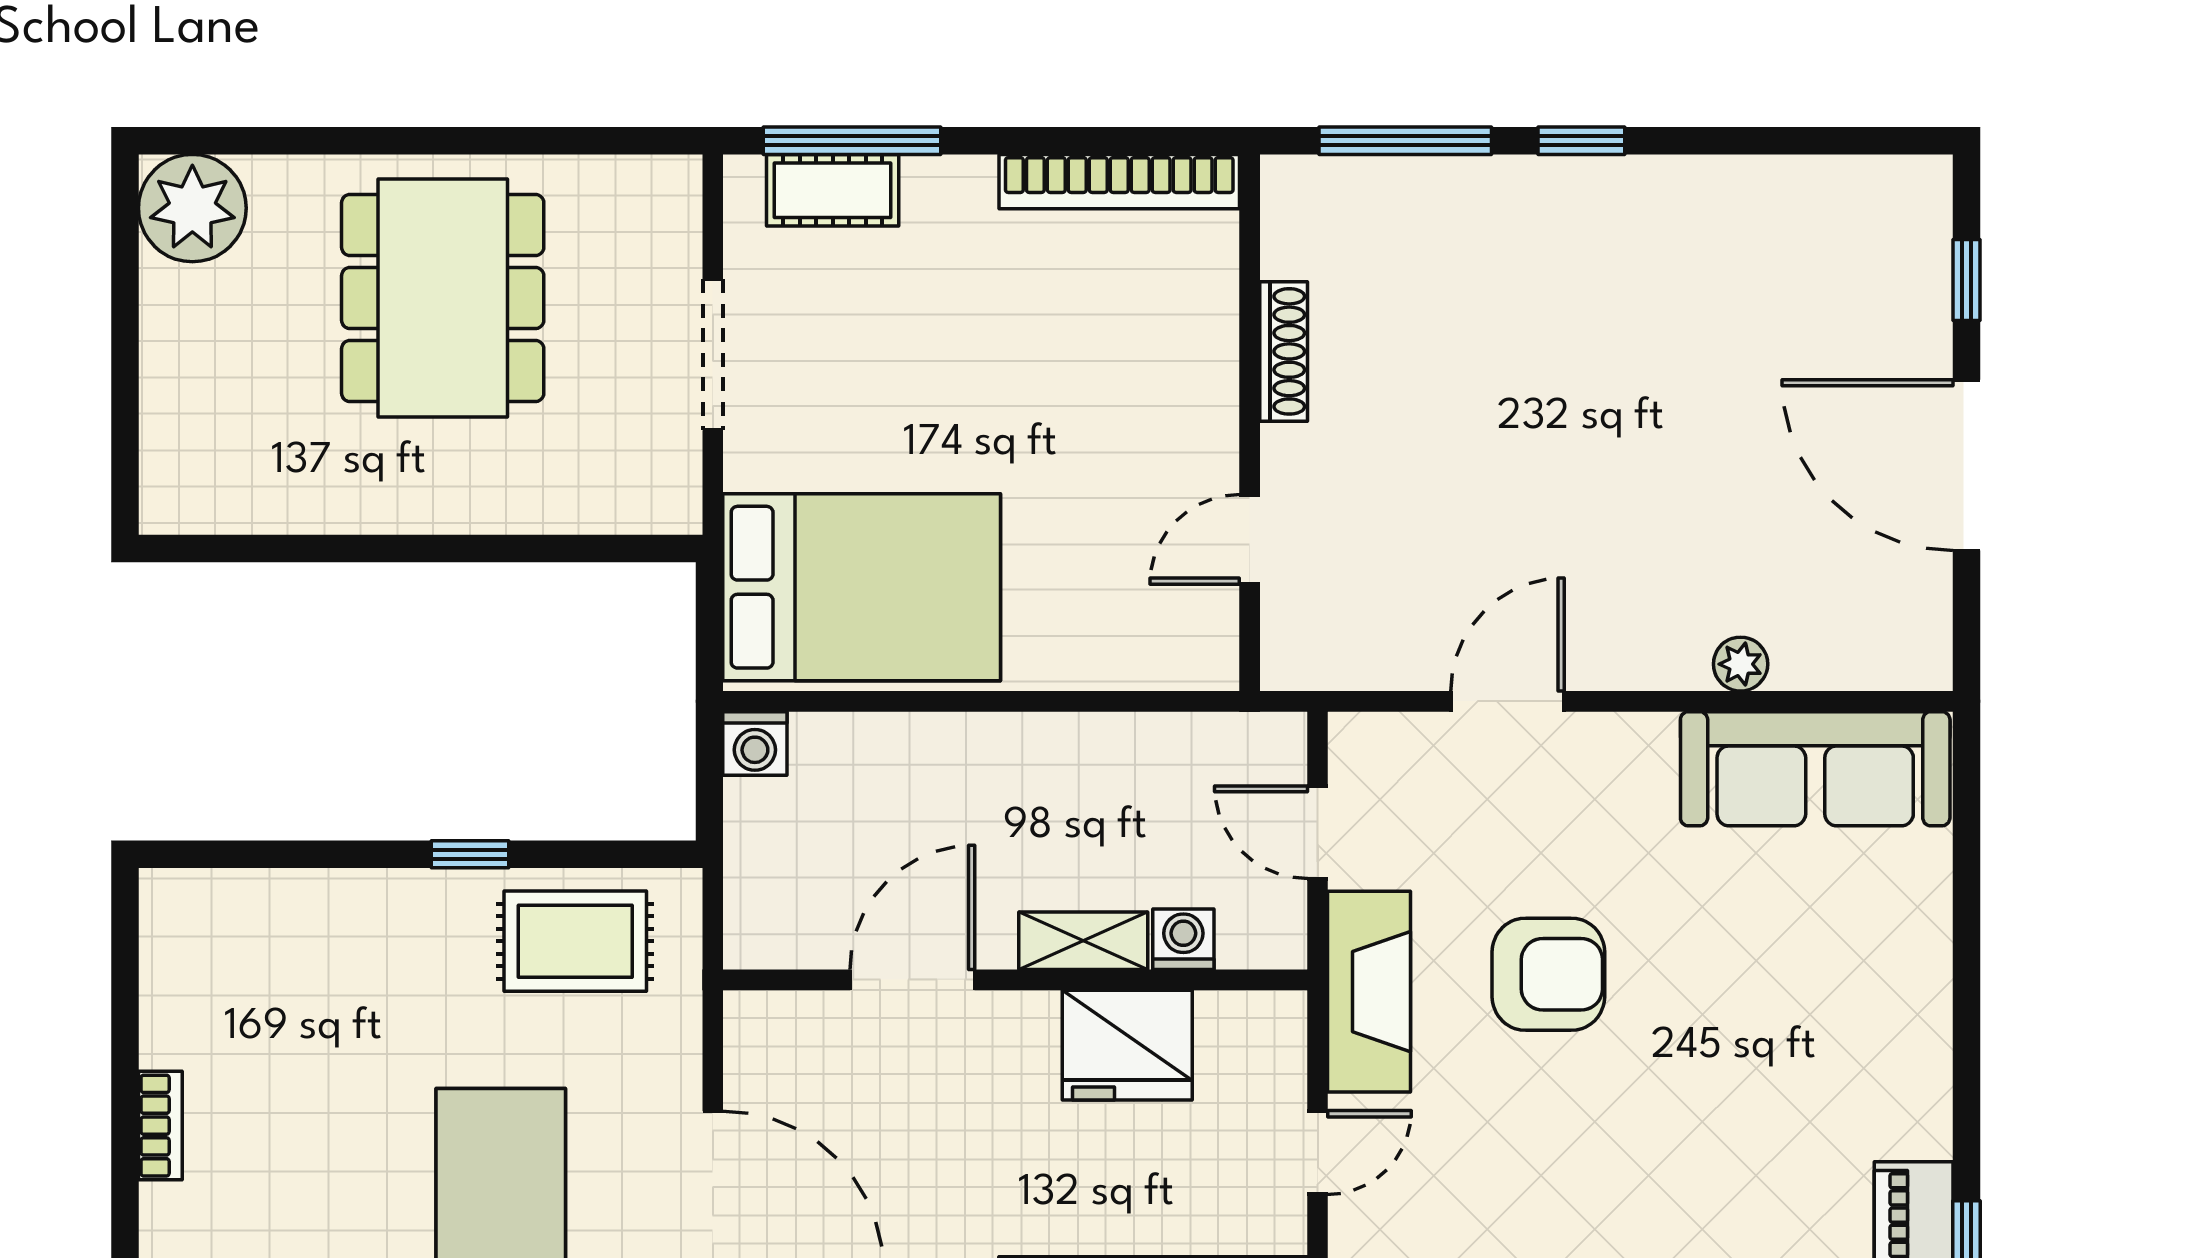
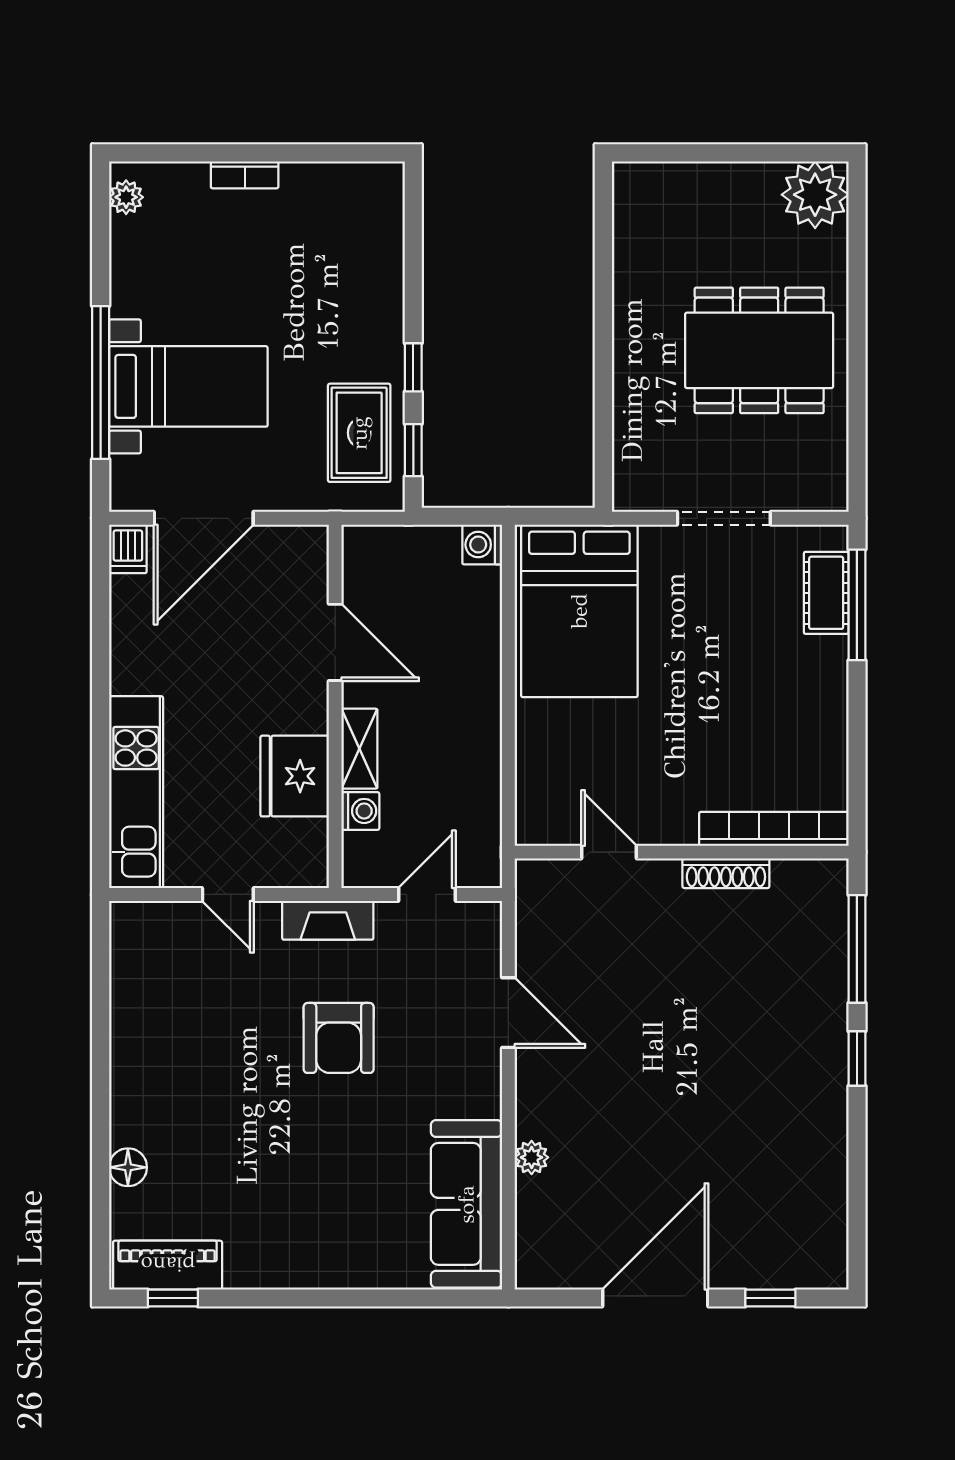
bookcase: (1119, 182) -> (774, 829), moved, turned 90
window: (603, 854) -> (413, 450), added
fireplace: (1369, 992) -> (328, 920), width x0.73, depth x0.76

